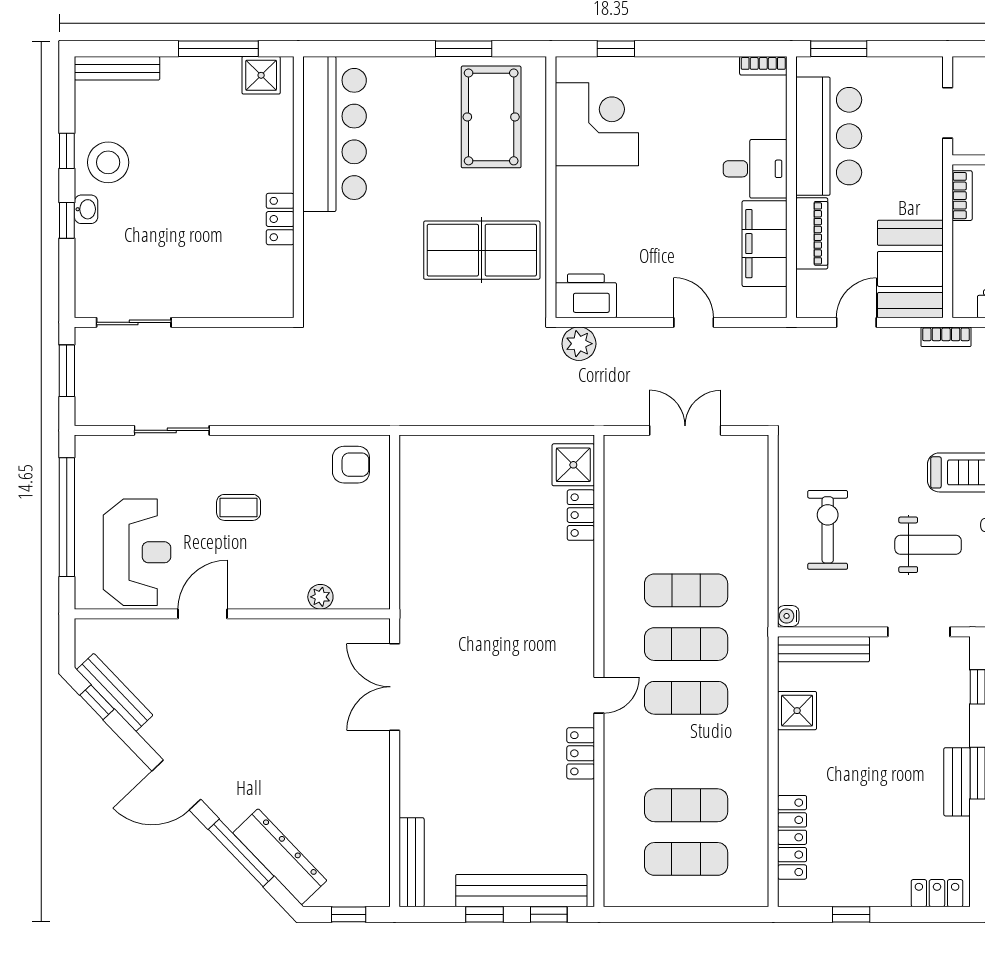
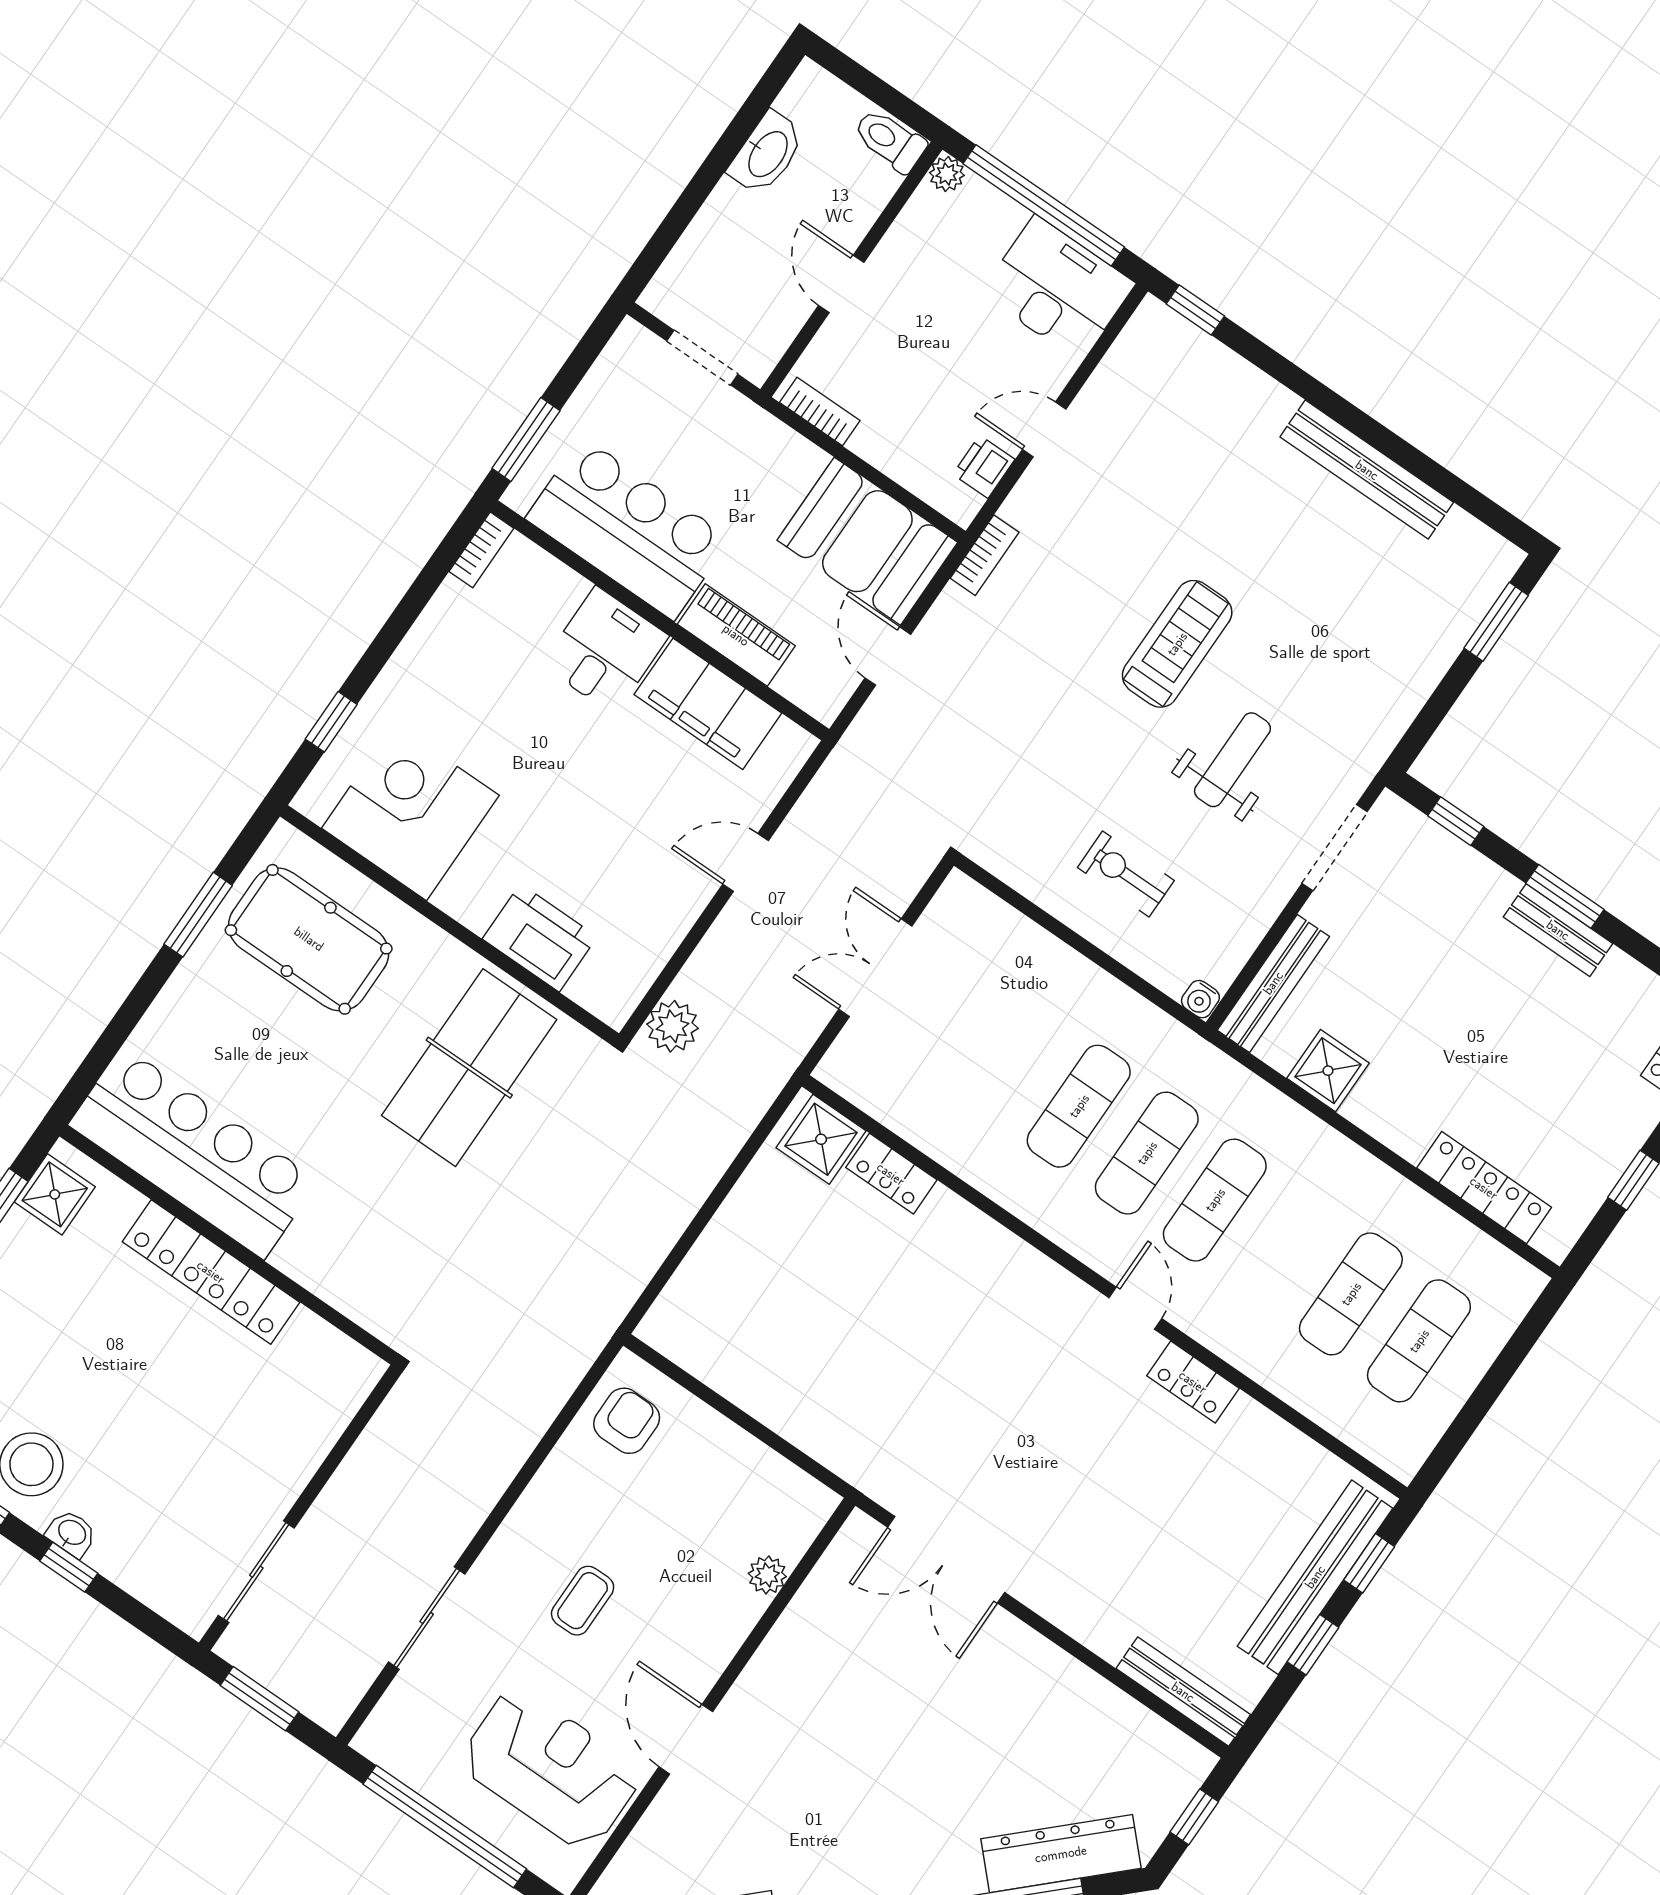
locker: (280, 219) -> (211, 1272), width x2.16, depth x1.21
printer: (586, 296) -> (540, 938), moved, turned 90
exercise bike: (828, 530) -> (1126, 874), width x0.73, depth x0.72

